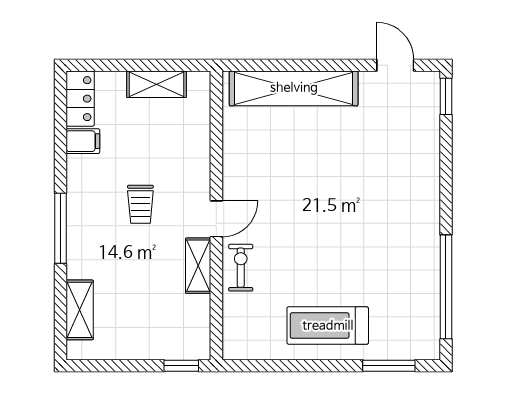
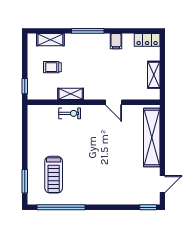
filing cabinet: (83, 141) -> (116, 41), moved
trolley: (140, 204) -> (52, 67), moved
door: (216, 219) -> (114, 102), moved
treadmill: (328, 326) -> (54, 175), moved, turned 180

